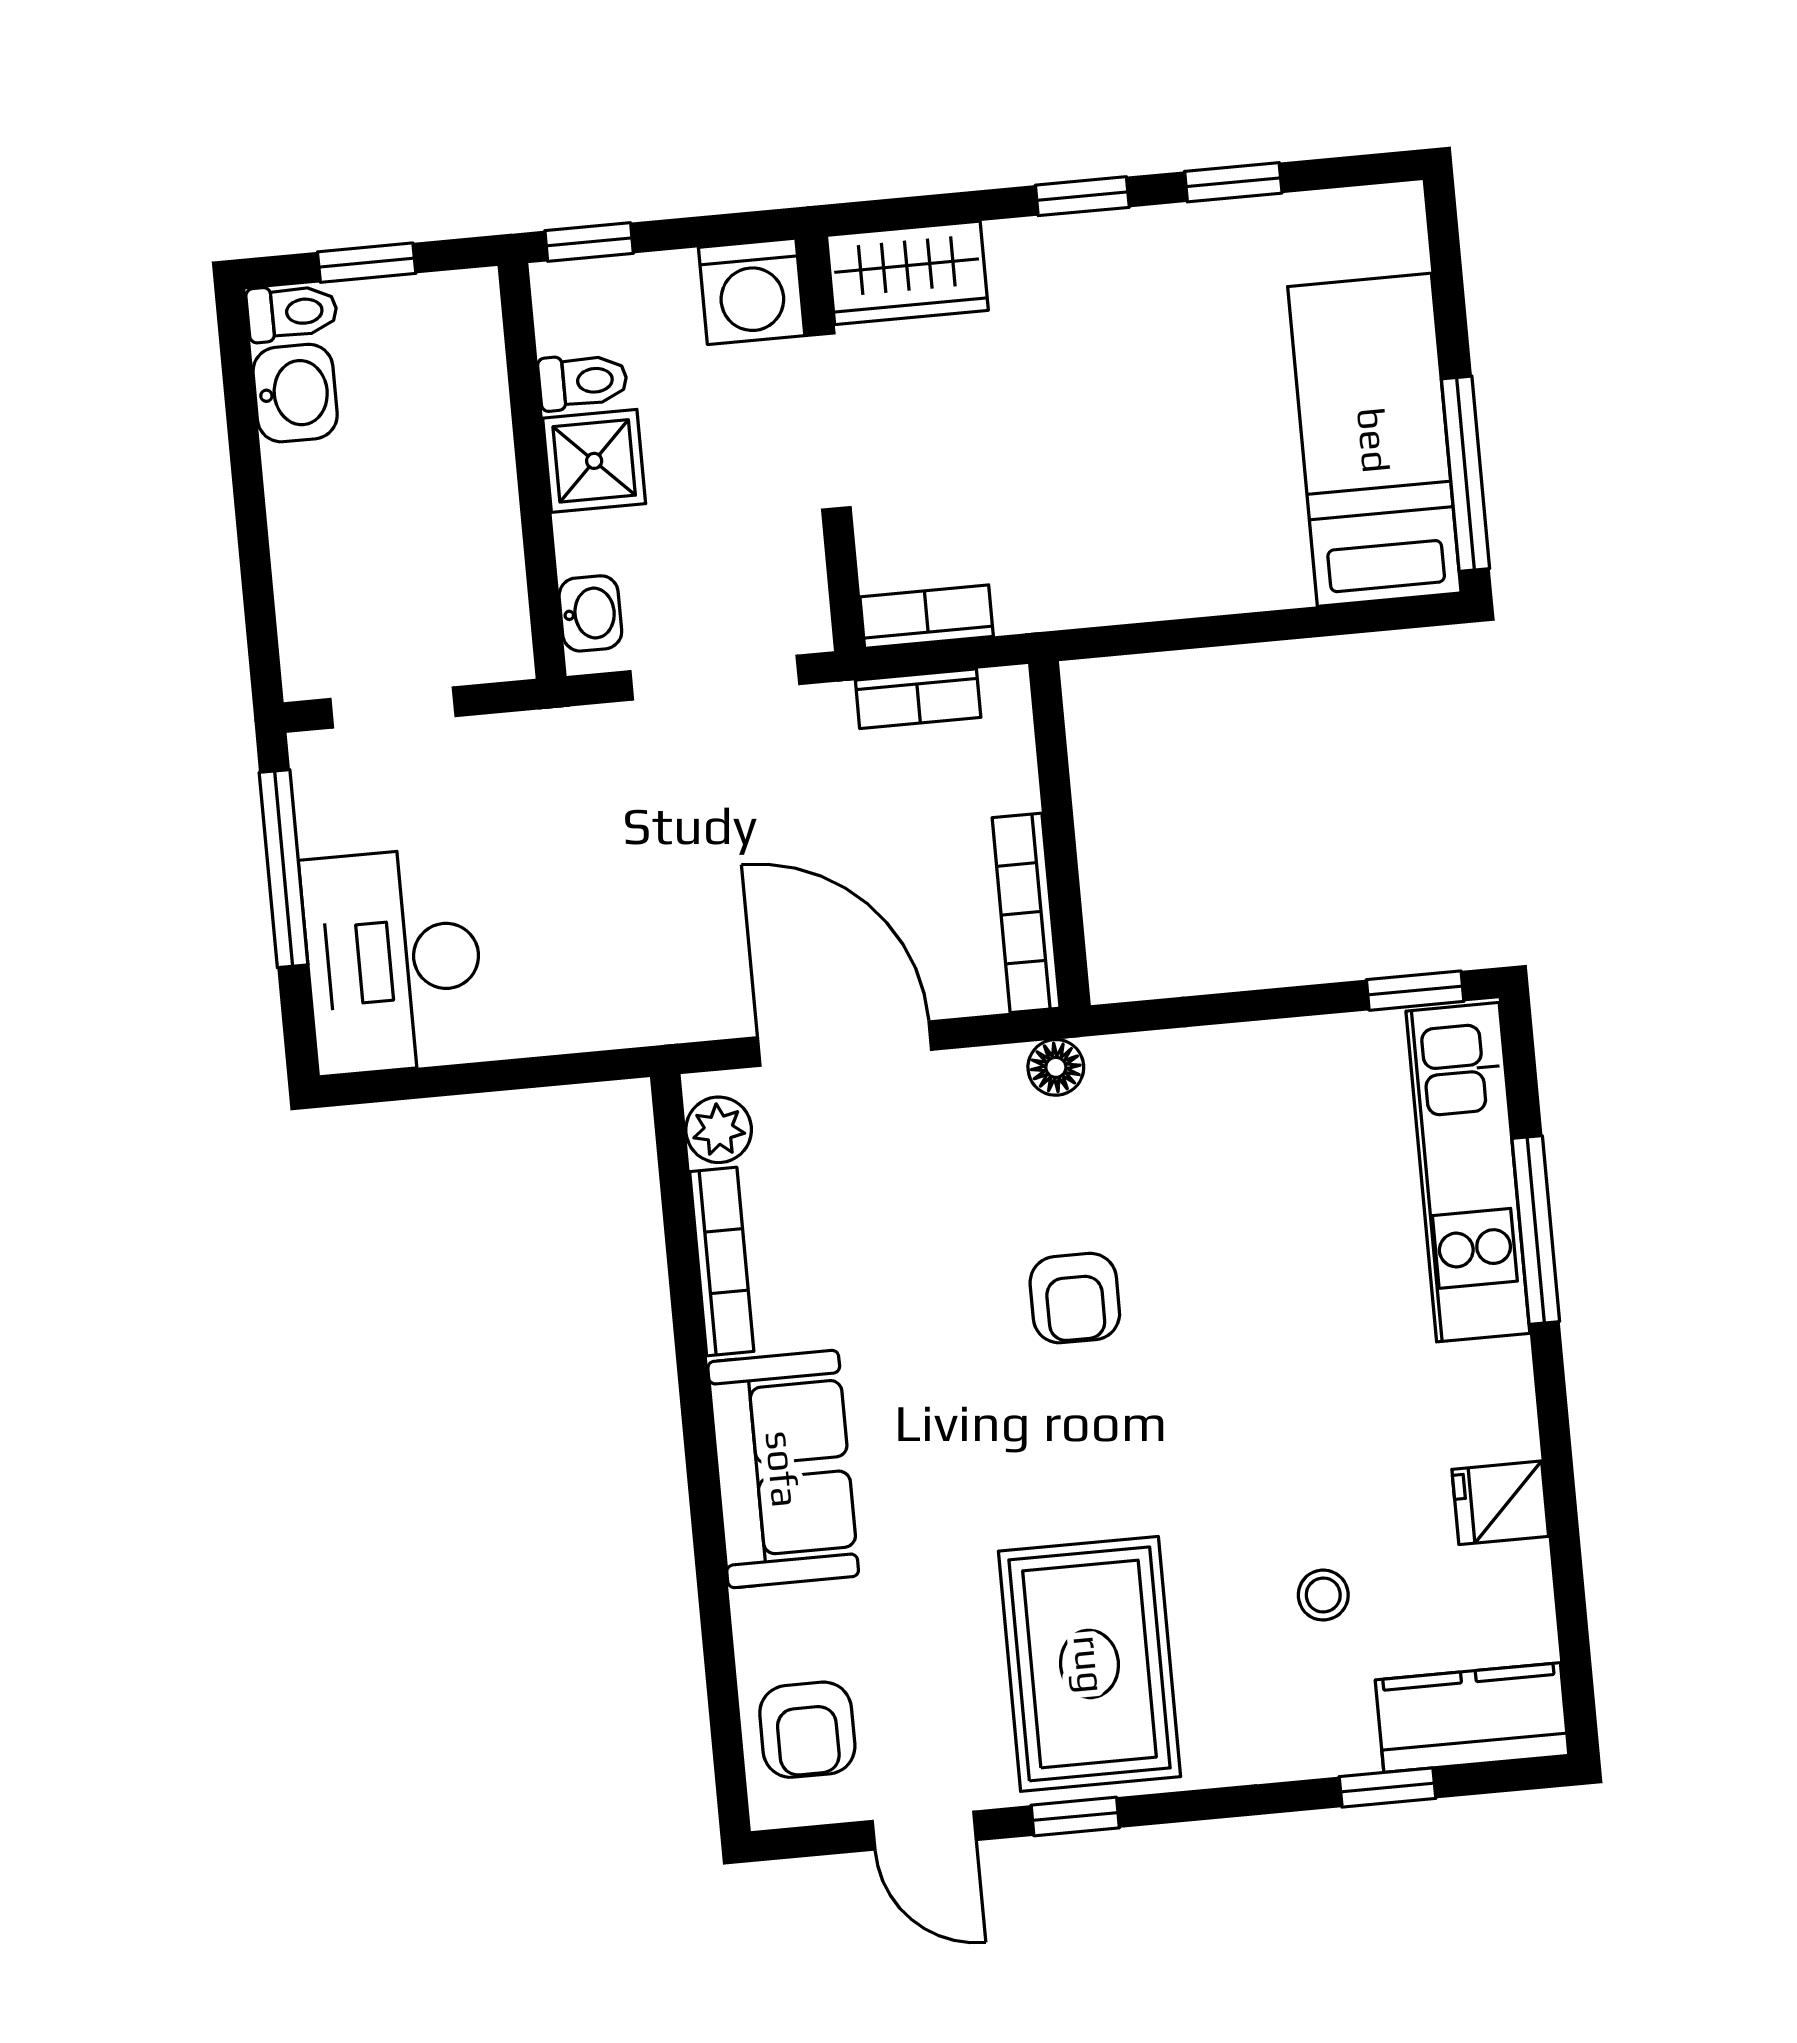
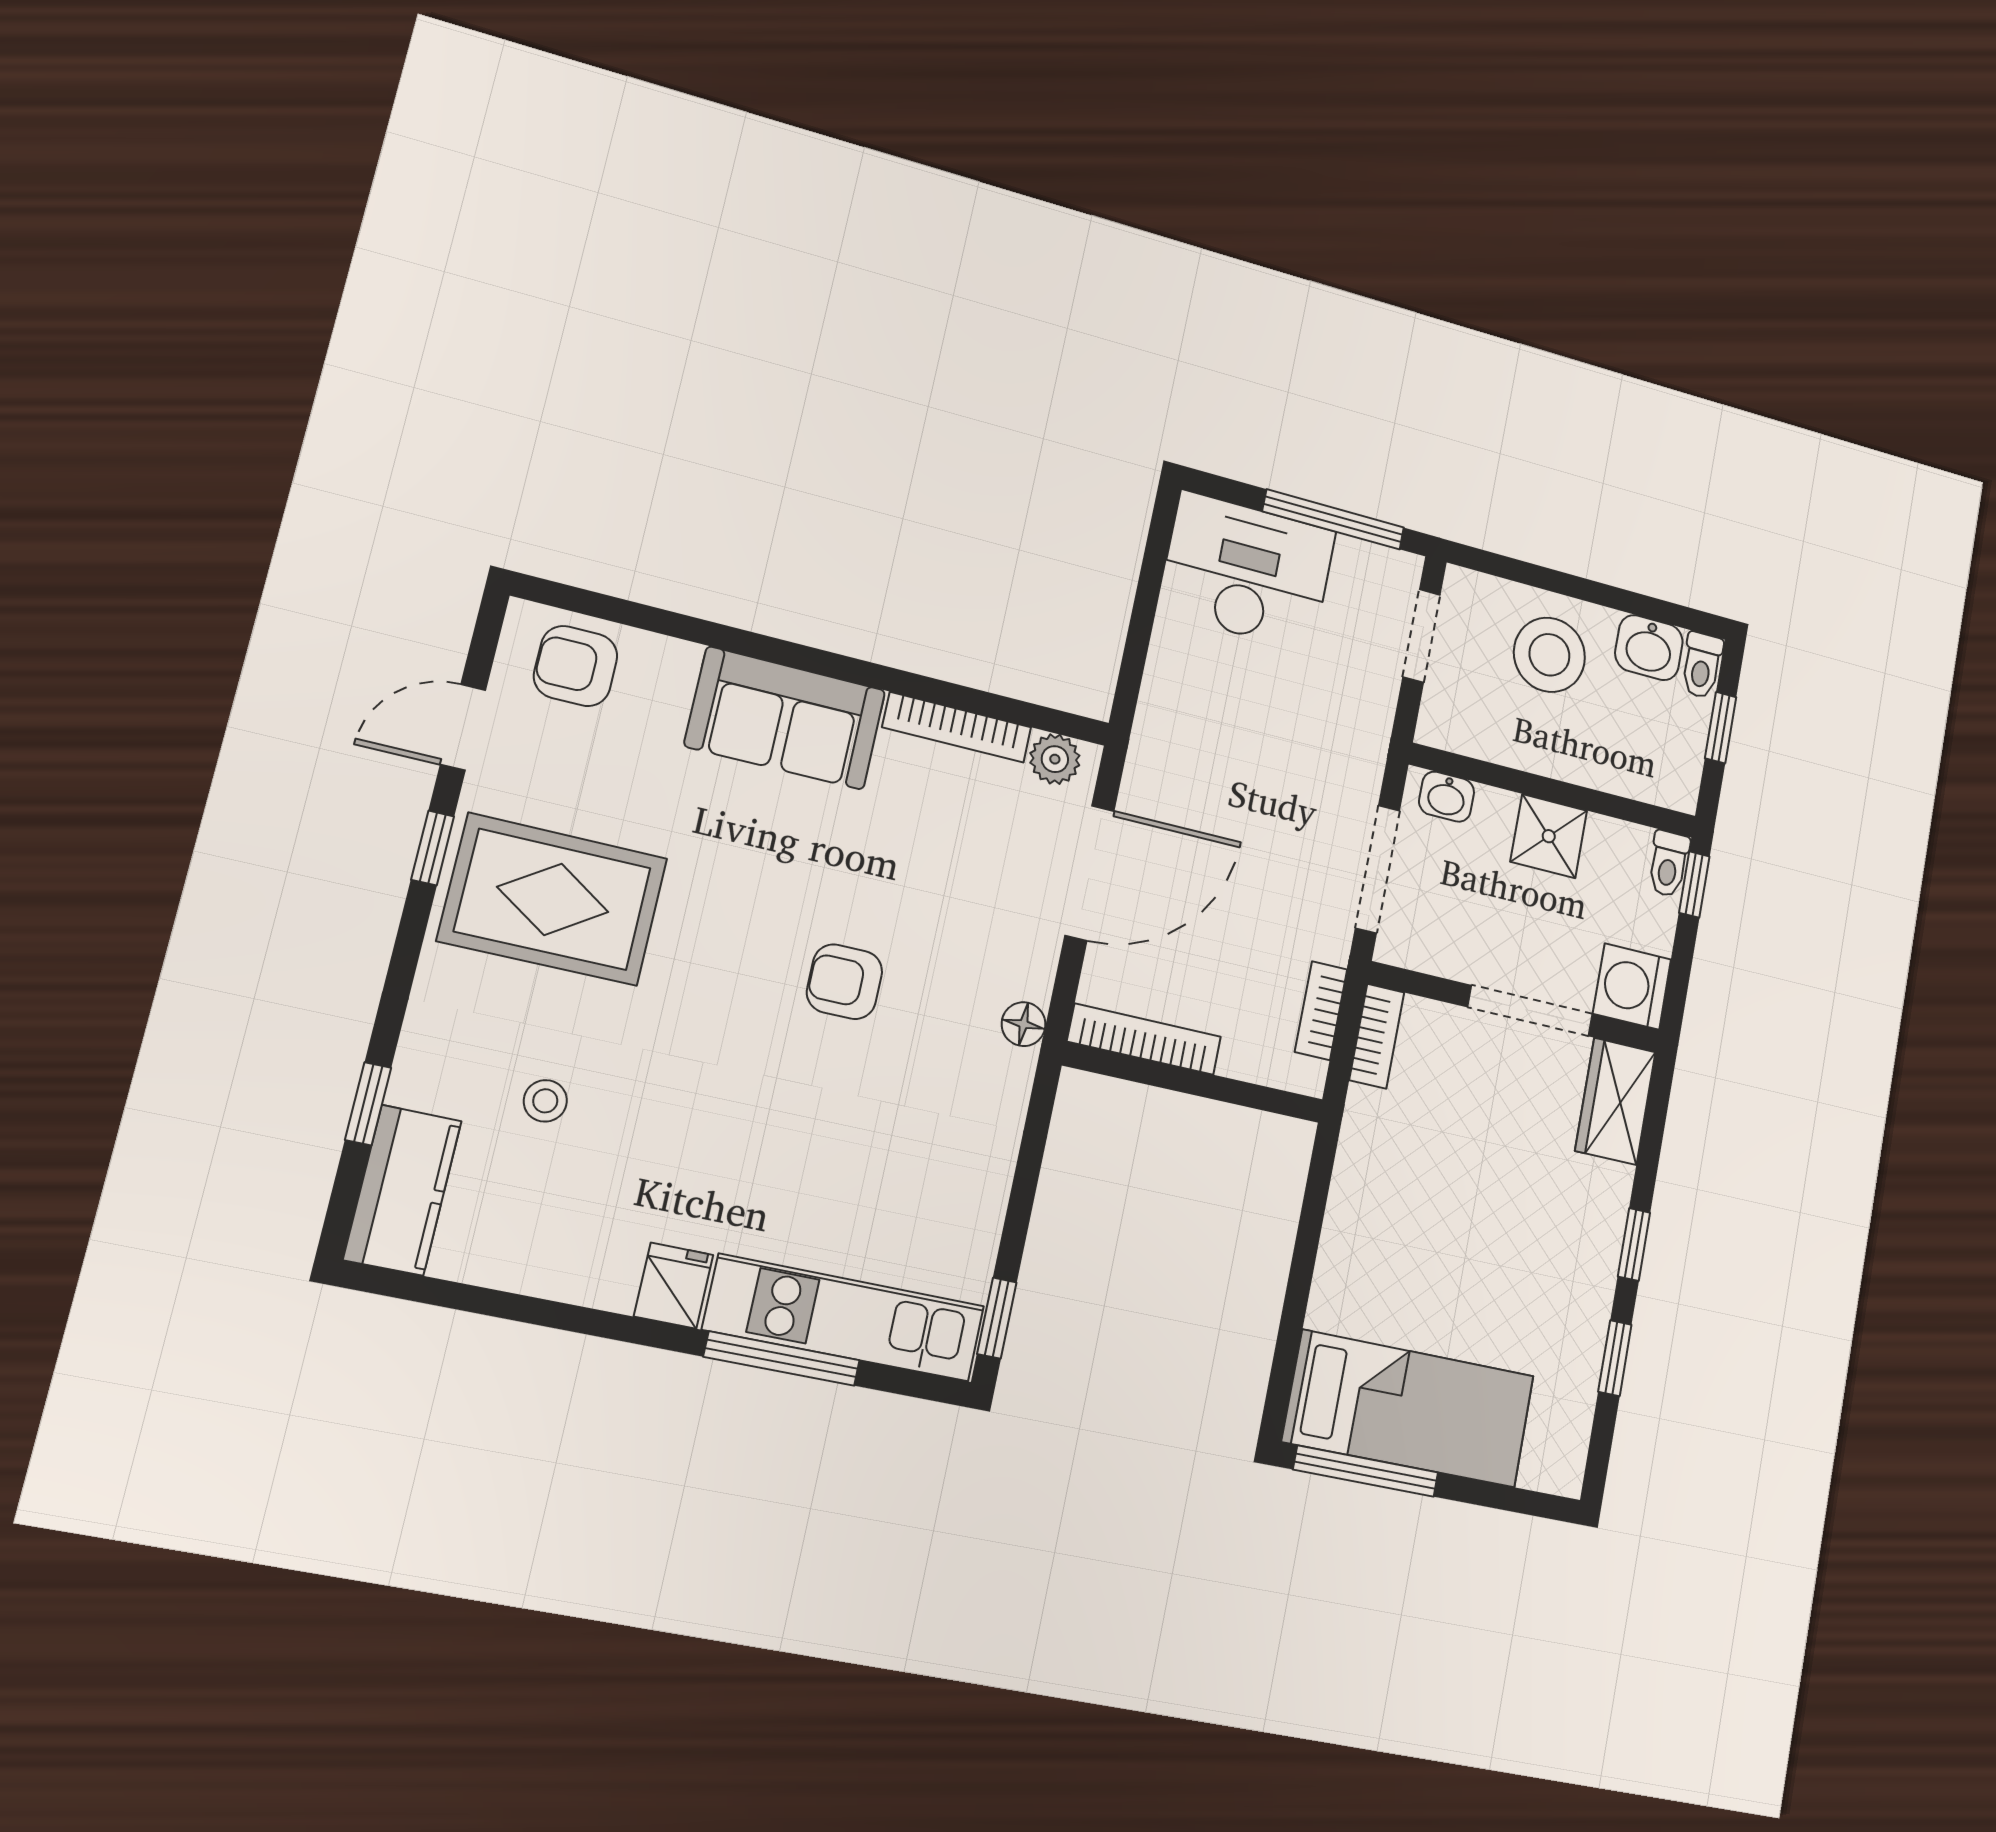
toilet: (583, 381) -> (1668, 864), moved
stool: (355, 528) -> (1549, 655), added
fridge: (1500, 1503) -> (674, 1286), moved

